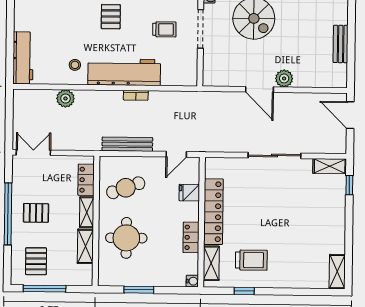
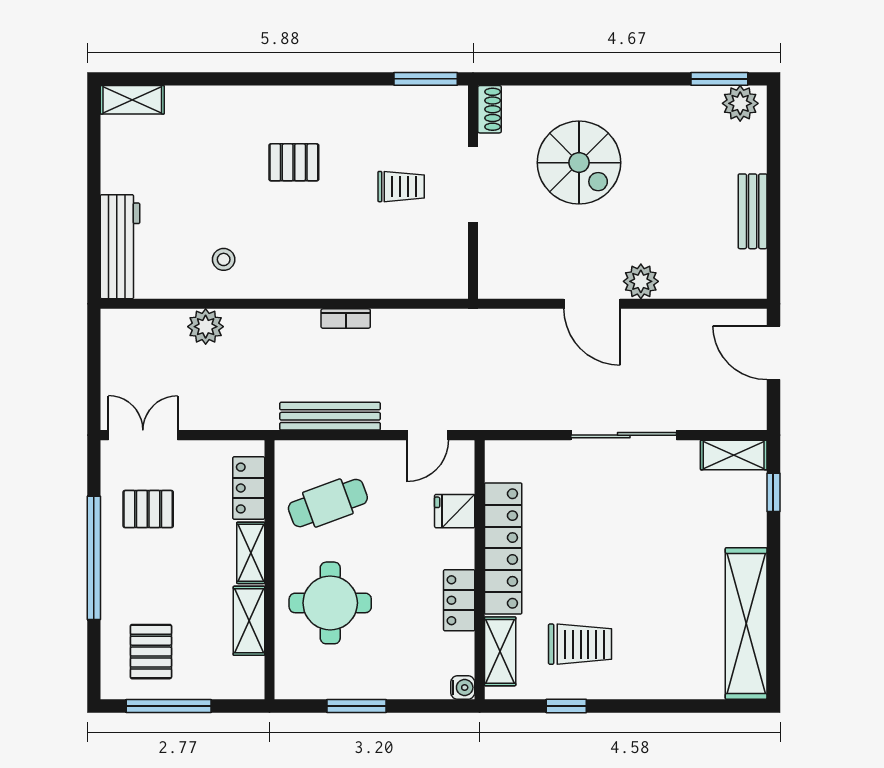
pallet: (111, 17) -> (294, 162), turned 90
workbench: (124, 72) -> (322, 273), removed
pallet: (36, 213) -> (148, 509), moved
shelving: (337, 272) -> (746, 623), width x2.20, depth x1.33

